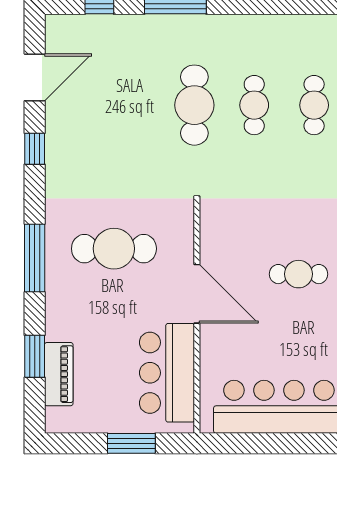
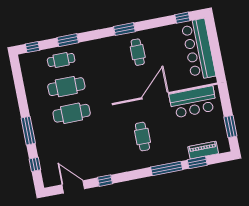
cafe table: (254, 105) -> (66, 87), width x1.37, depth x1.35
cafe table: (114, 249) -> (142, 137), width x0.73, depth x0.74
window: (35, 258) -> (167, 168), moved
window: (131, 443) -> (230, 126), moved

